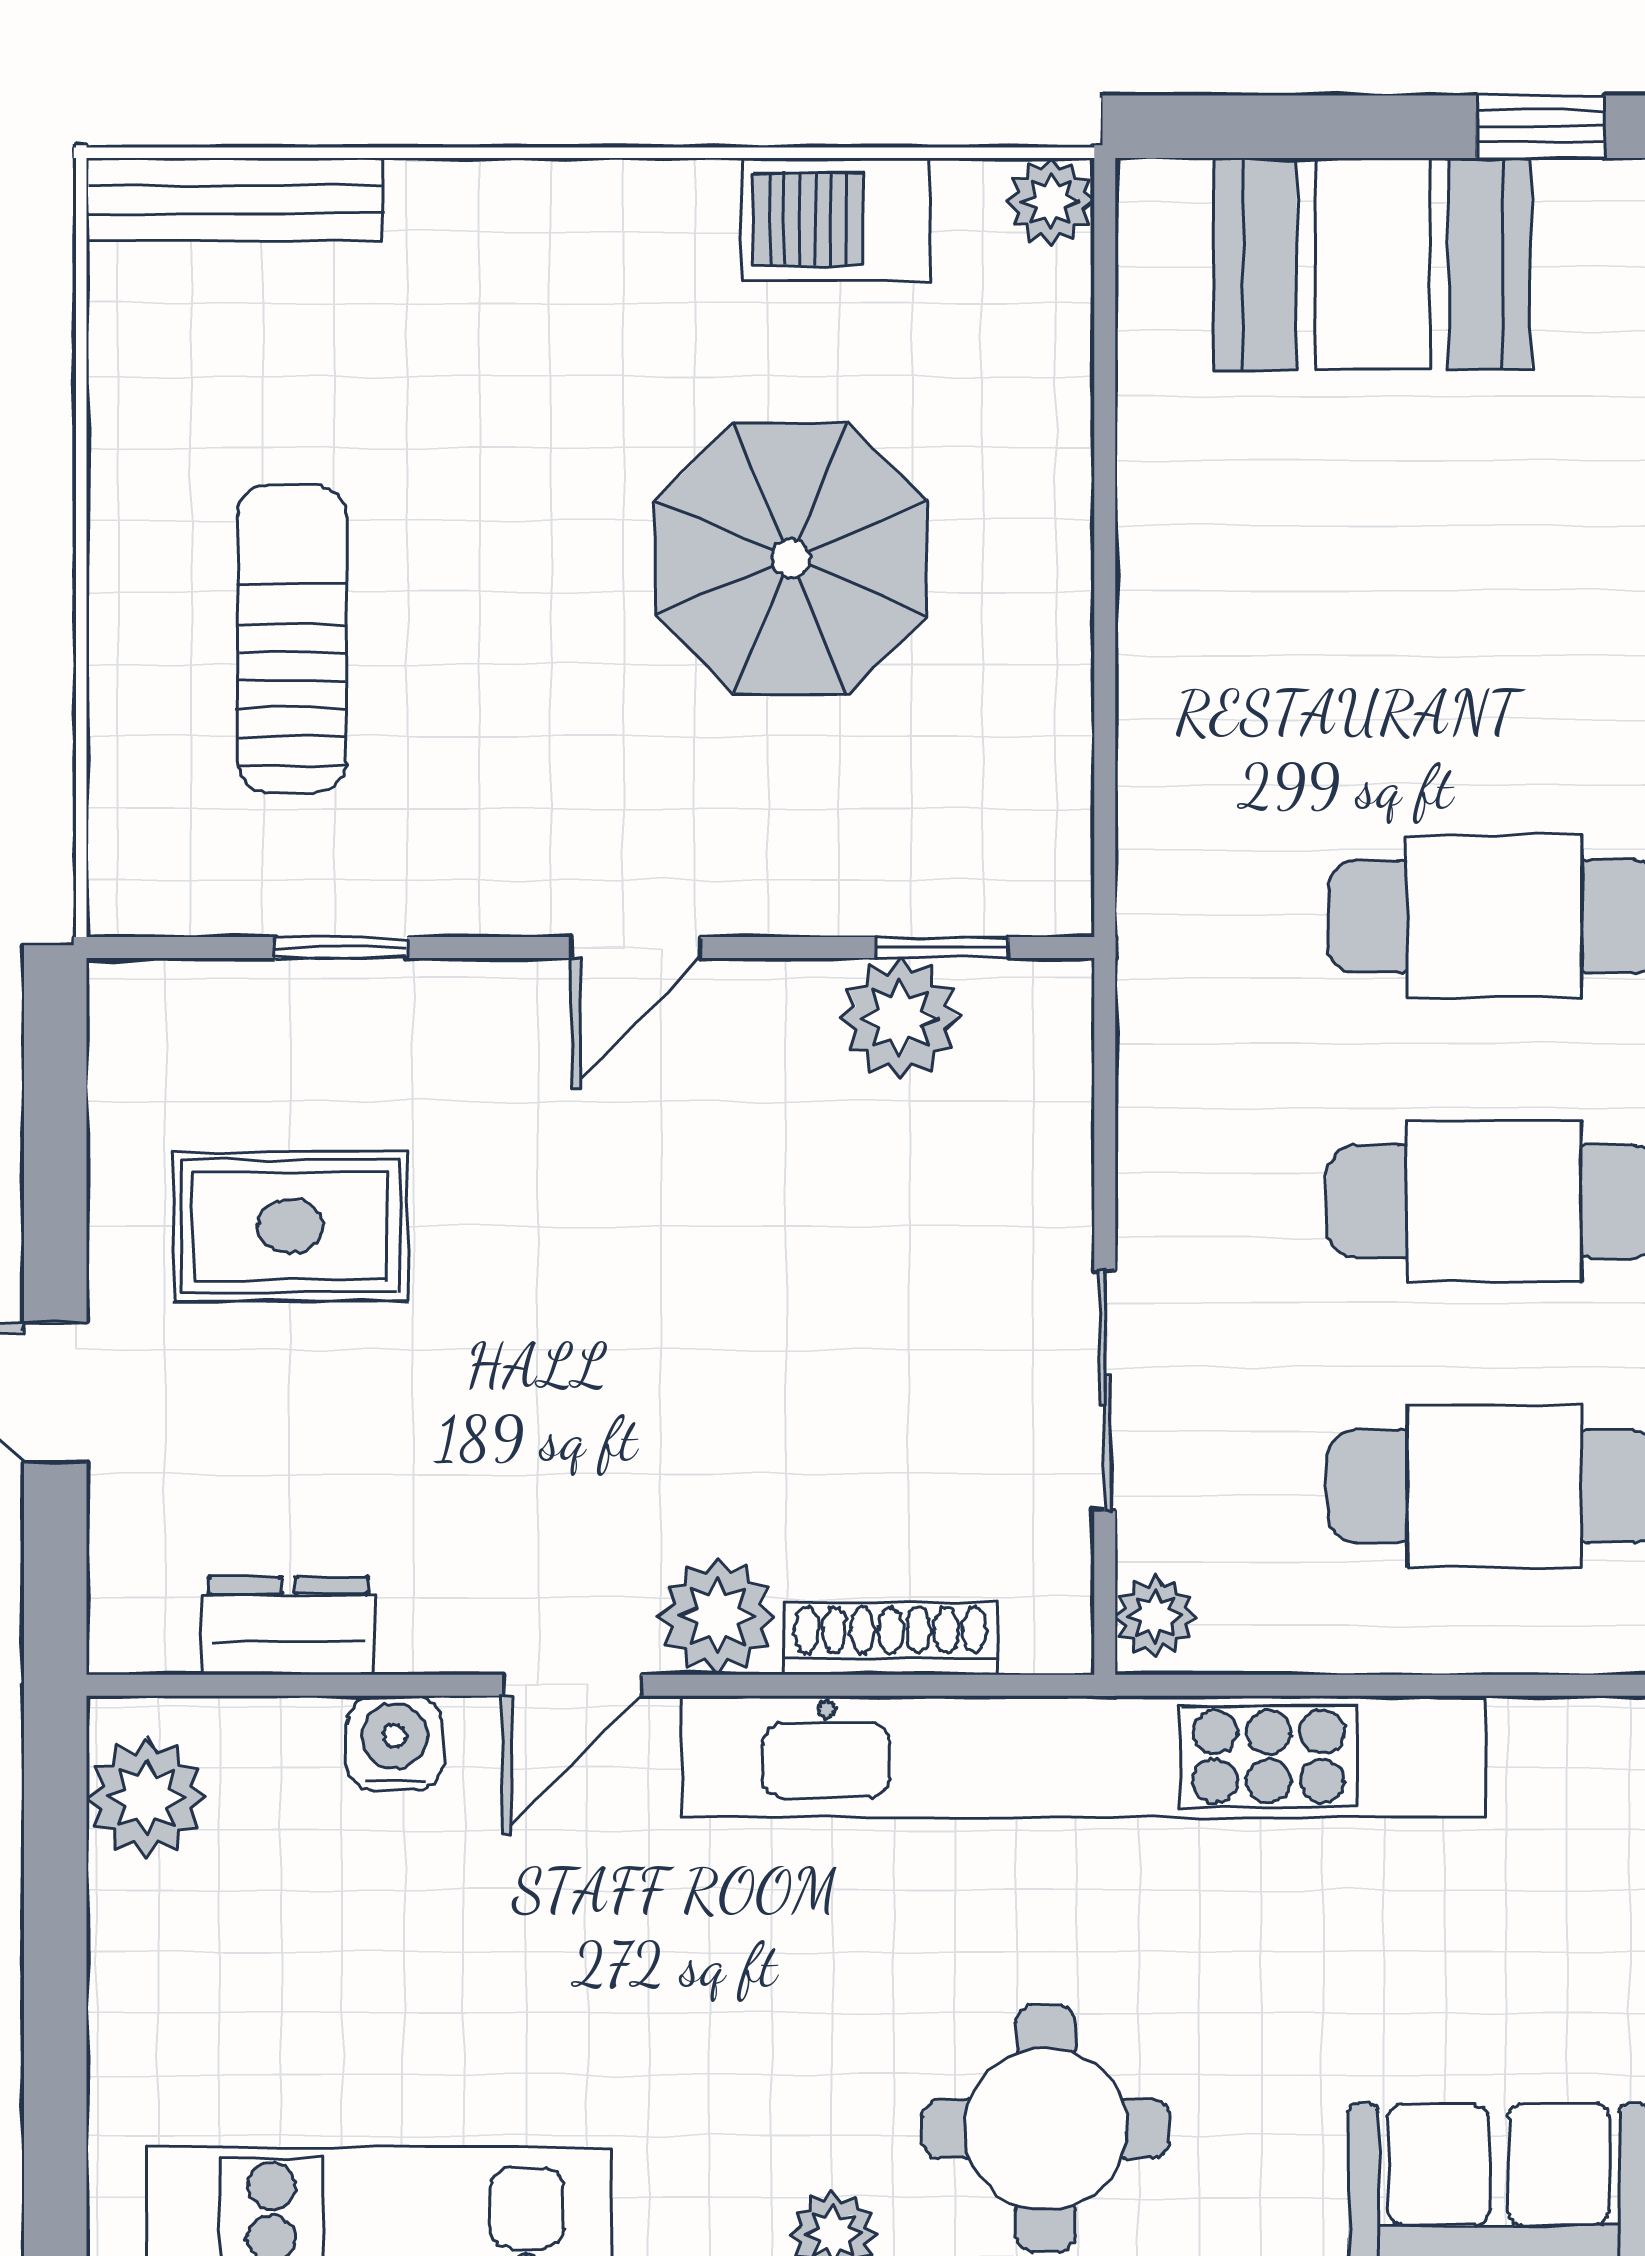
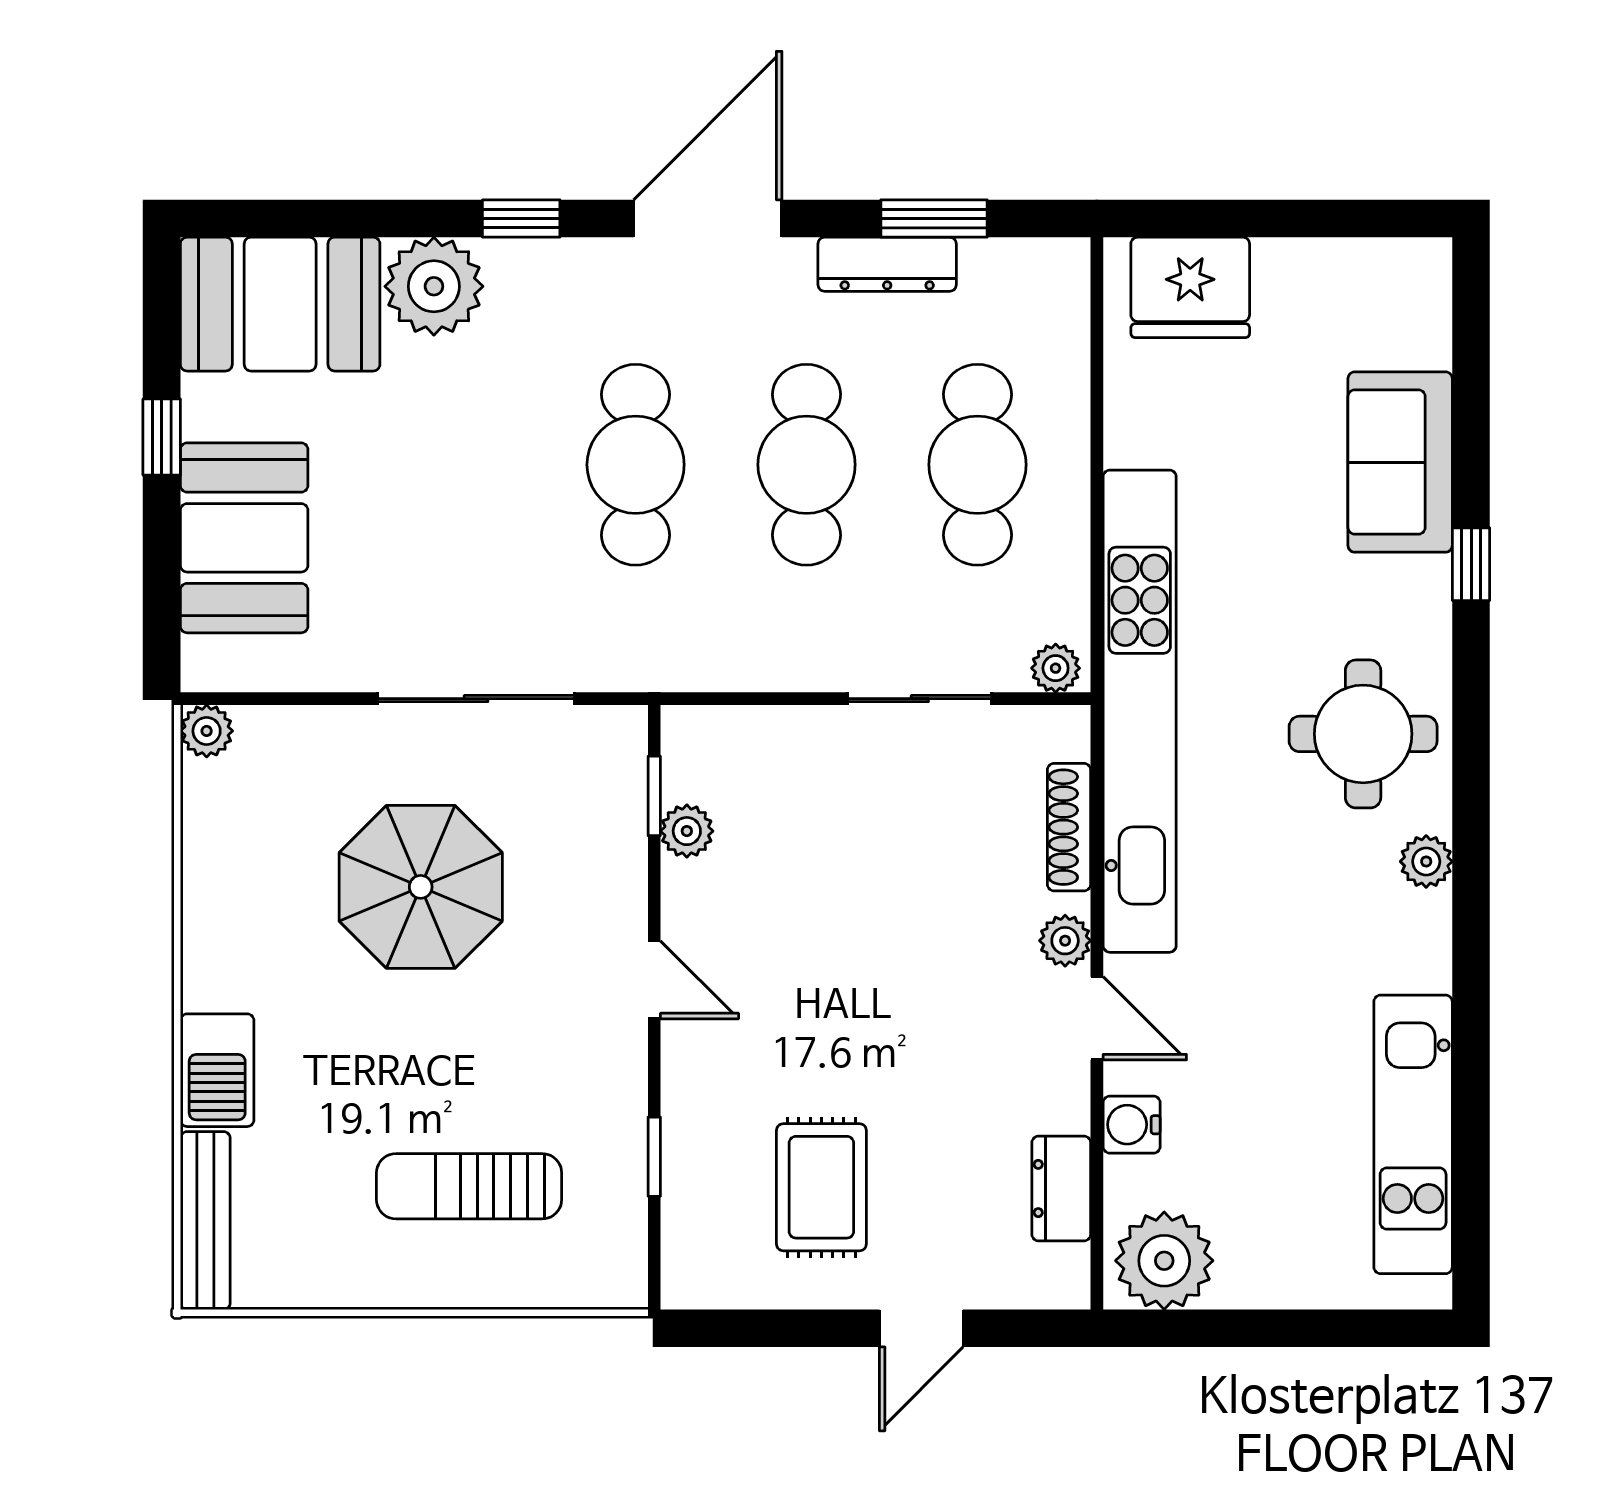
barbecue: (836, 219) -> (217, 1070), moved
sliding door: (1105, 651) -> (476, 699), added
plant: (900, 1018) -> (687, 831), width x0.73, depth x0.73
plant: (717, 1616) -> (1065, 941), width x0.73, depth x0.73
plant: (146, 1797) -> (1164, 1261), width x1.36, depth x1.36

